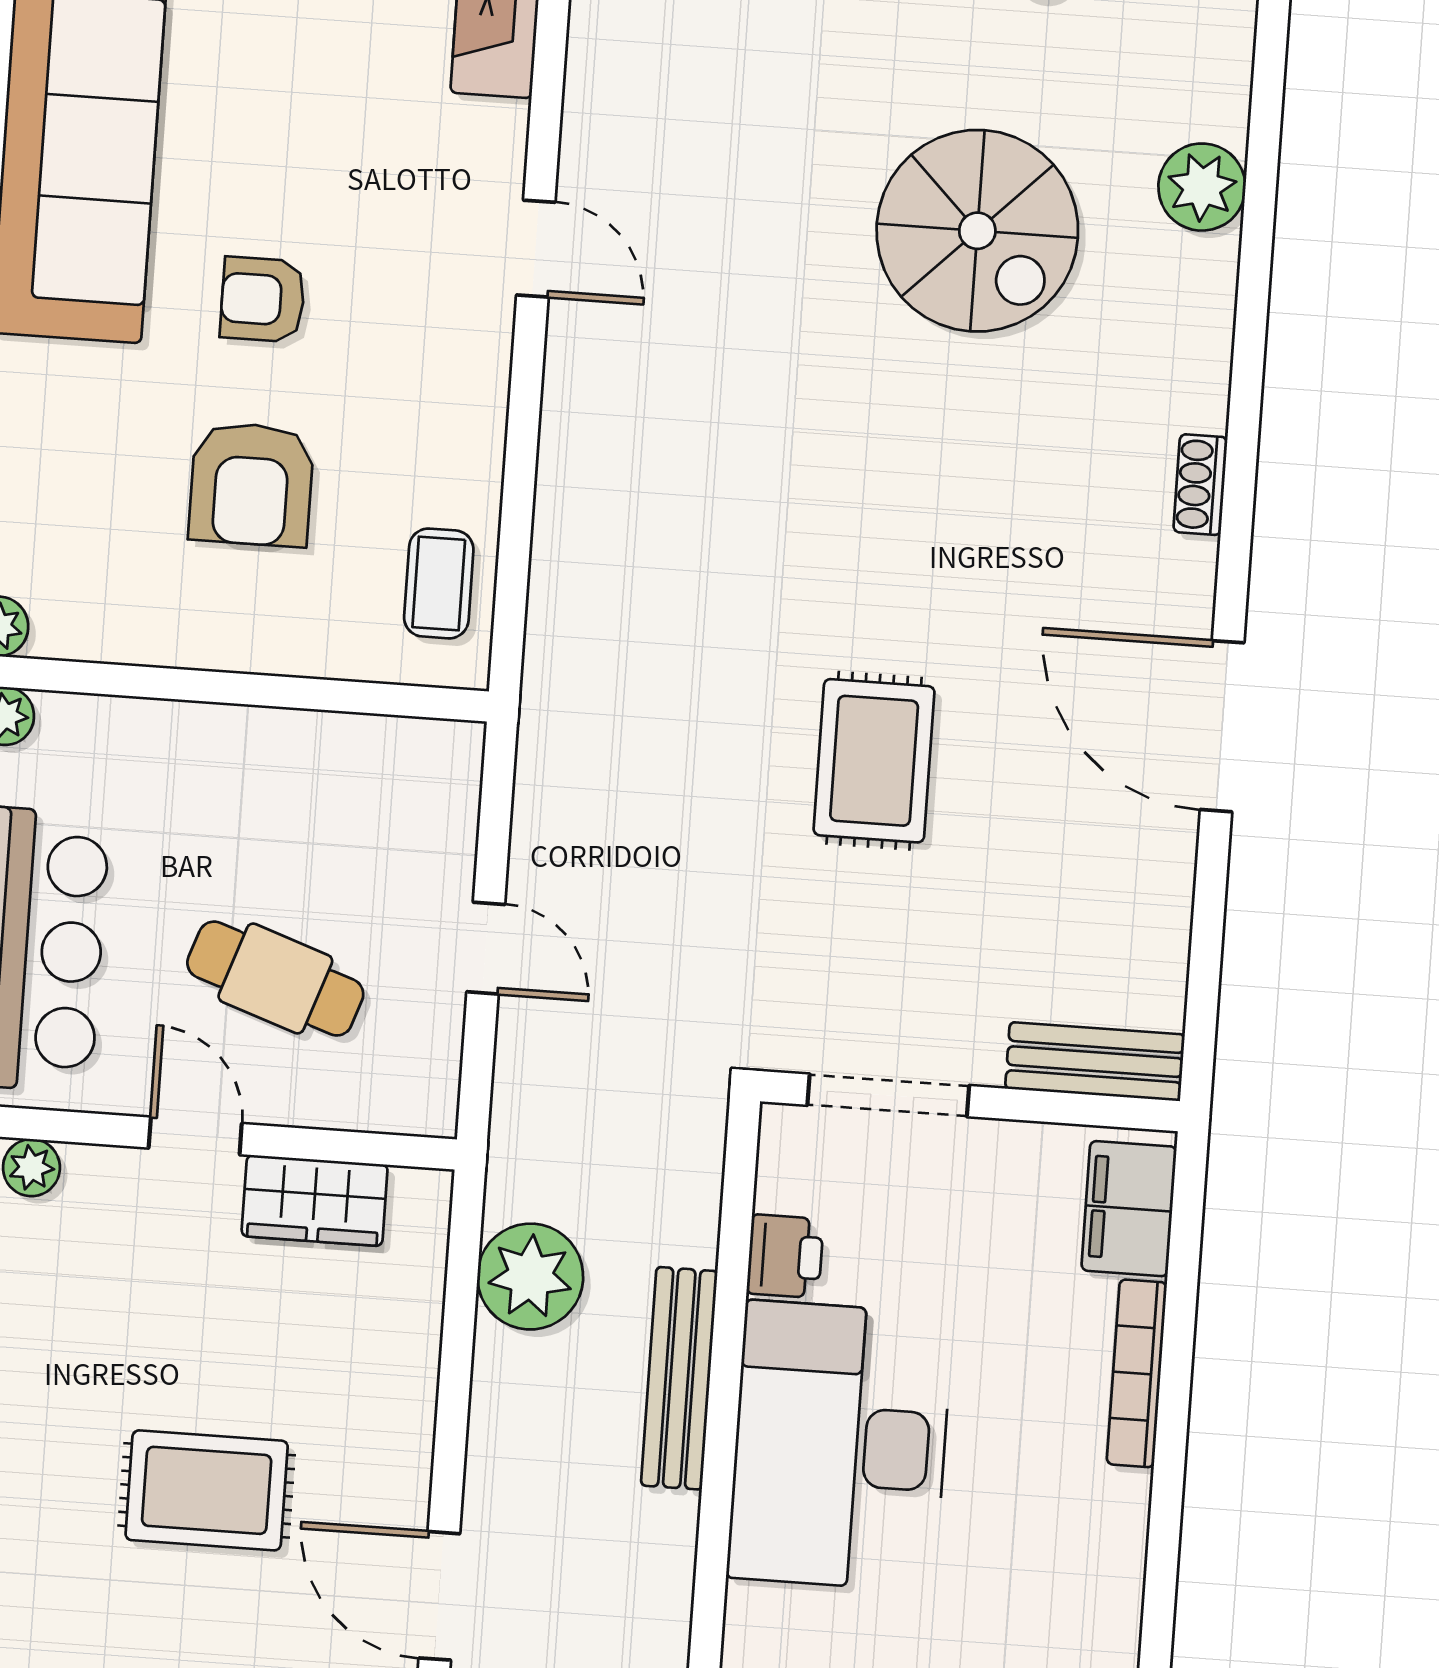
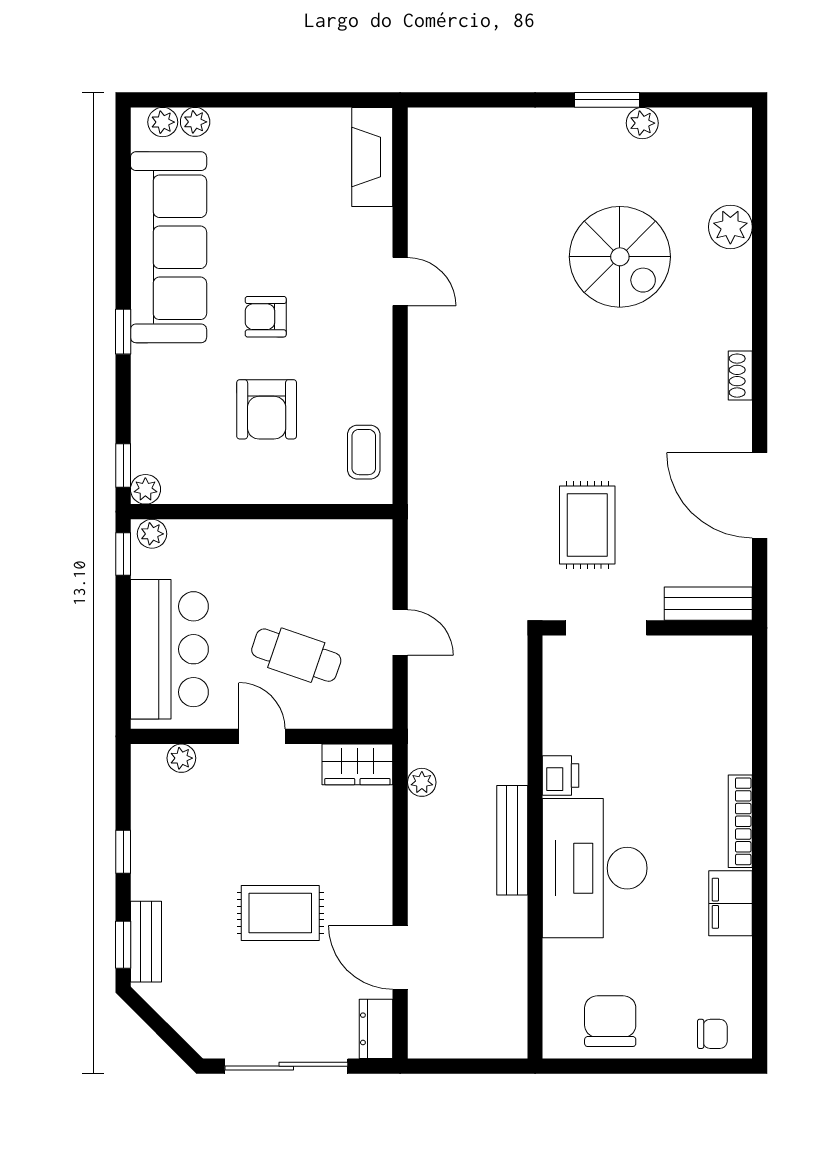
bench: (1095, 1062) -> (708, 604), moved
doorway: (888, 1095) -> (606, 628), moved
wall: (970, 1101) -> (647, 628), moved
wardrobe: (315, 1200) -> (357, 764), moved
filing cabinet: (1129, 1209) -> (731, 903), moved
plant: (530, 1277) -> (422, 782), width x0.53, depth x0.53

